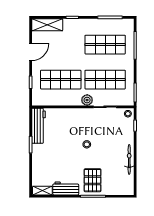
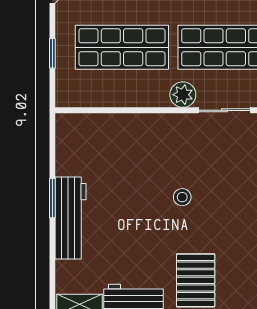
workbench: (39, 126) -> (71, 218), moved

